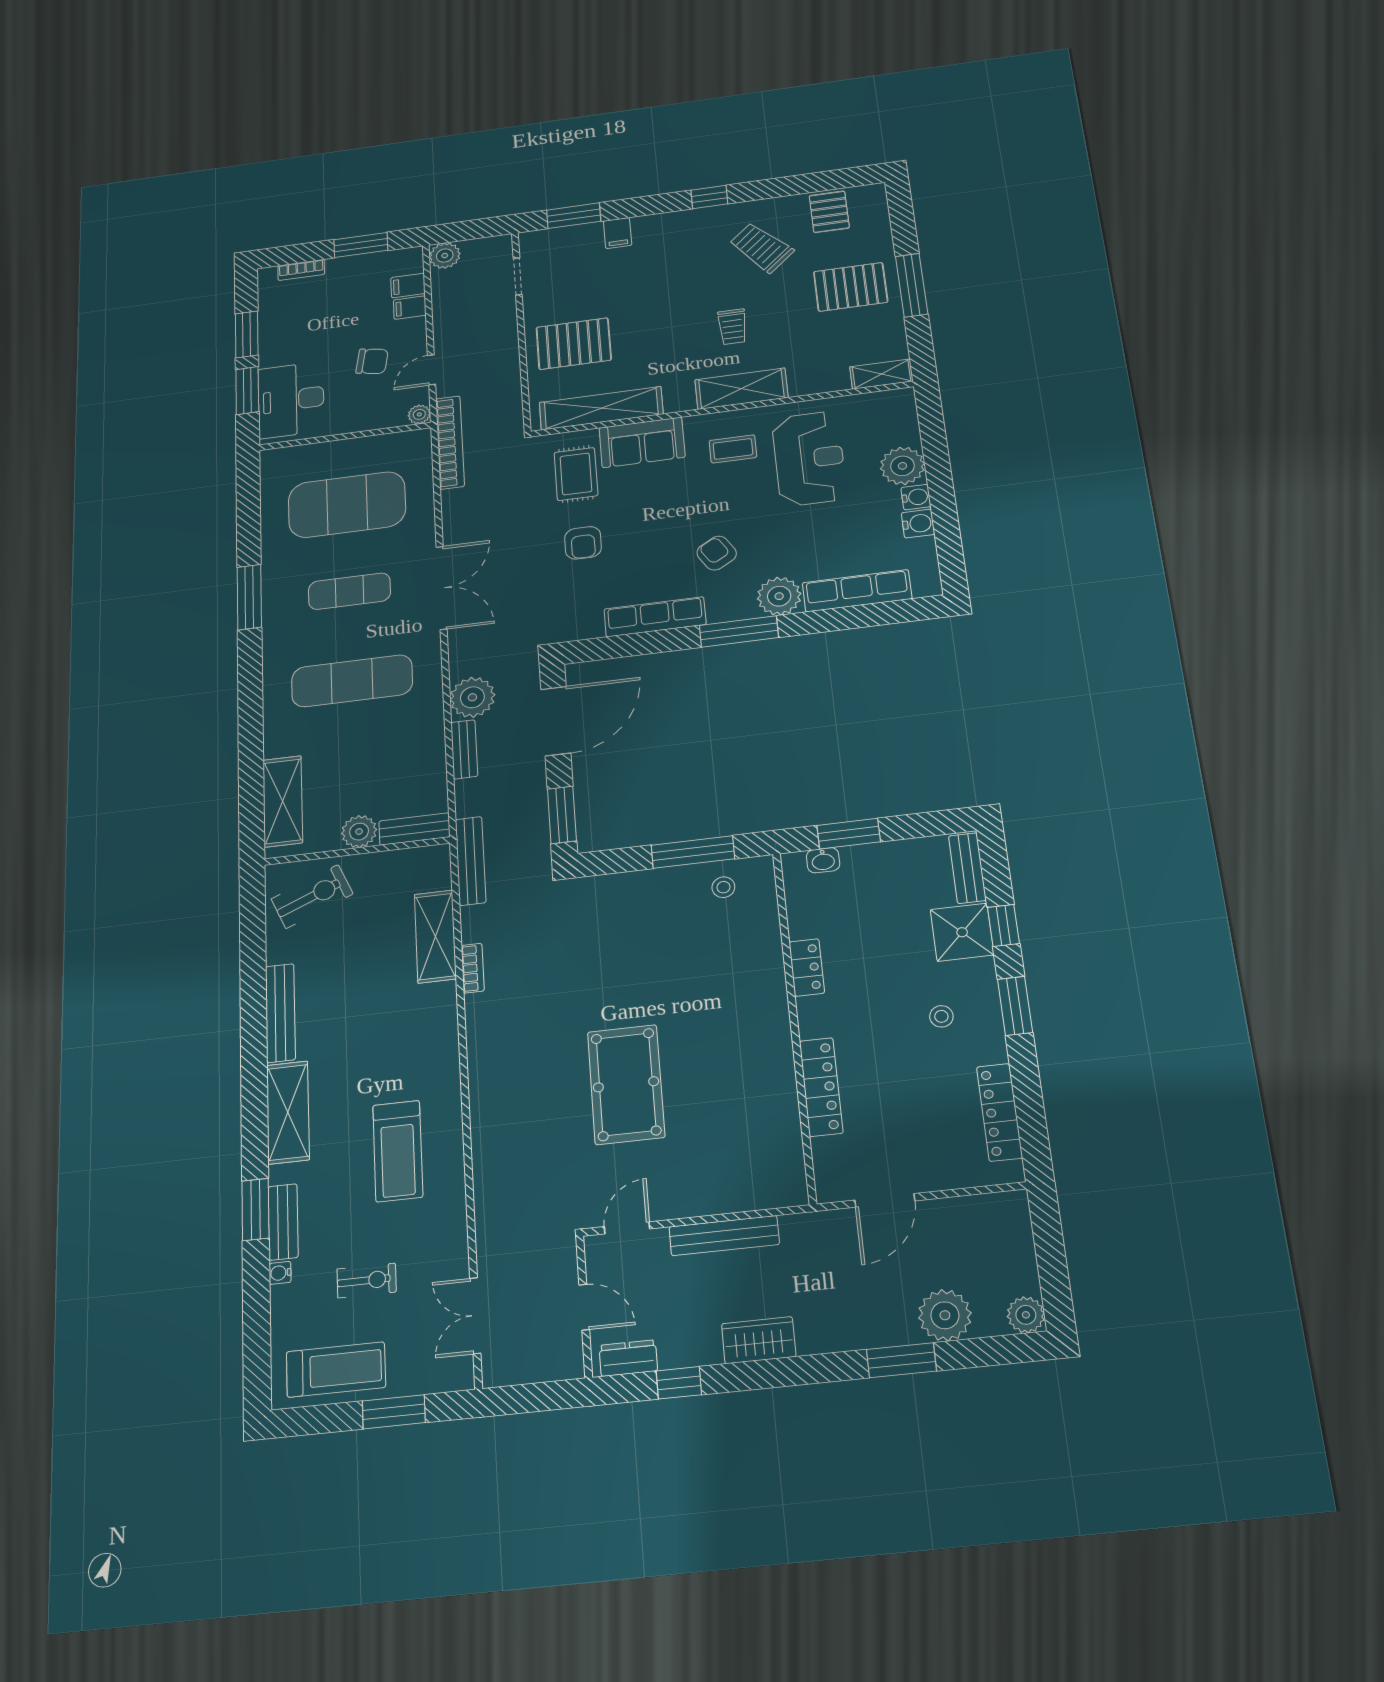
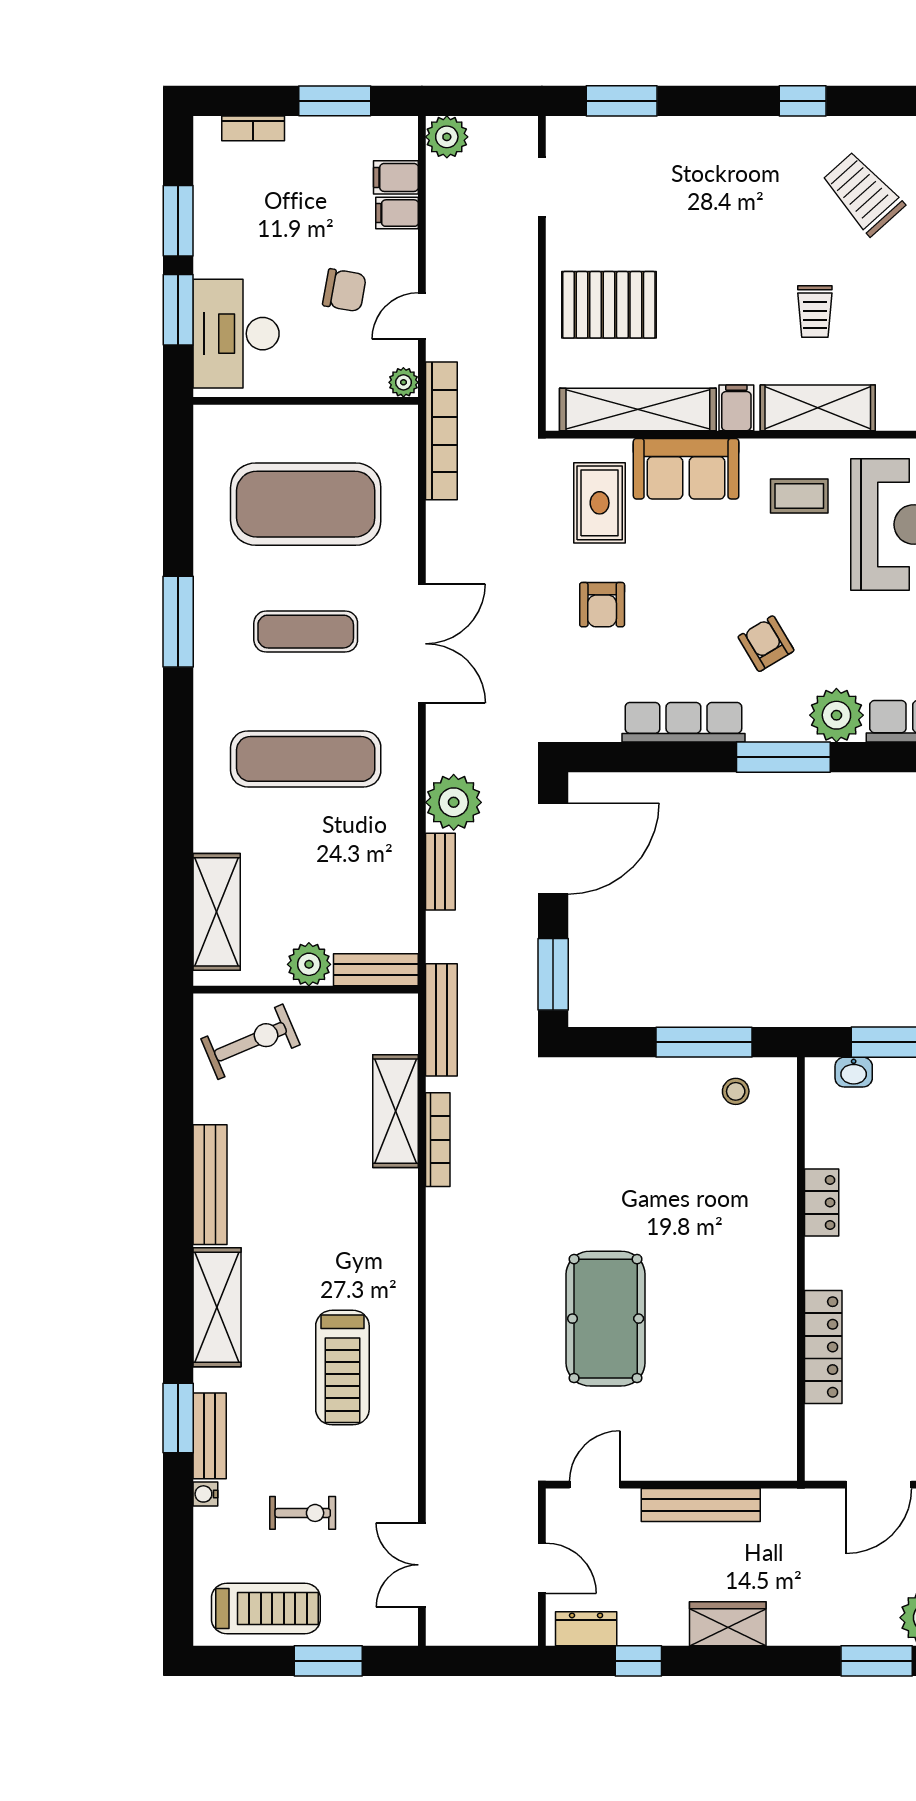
filing cabinet: (618, 233) -> (736, 408), moved, turned 180
bookcase: (473, 968) -> (438, 1140), width x1.56

